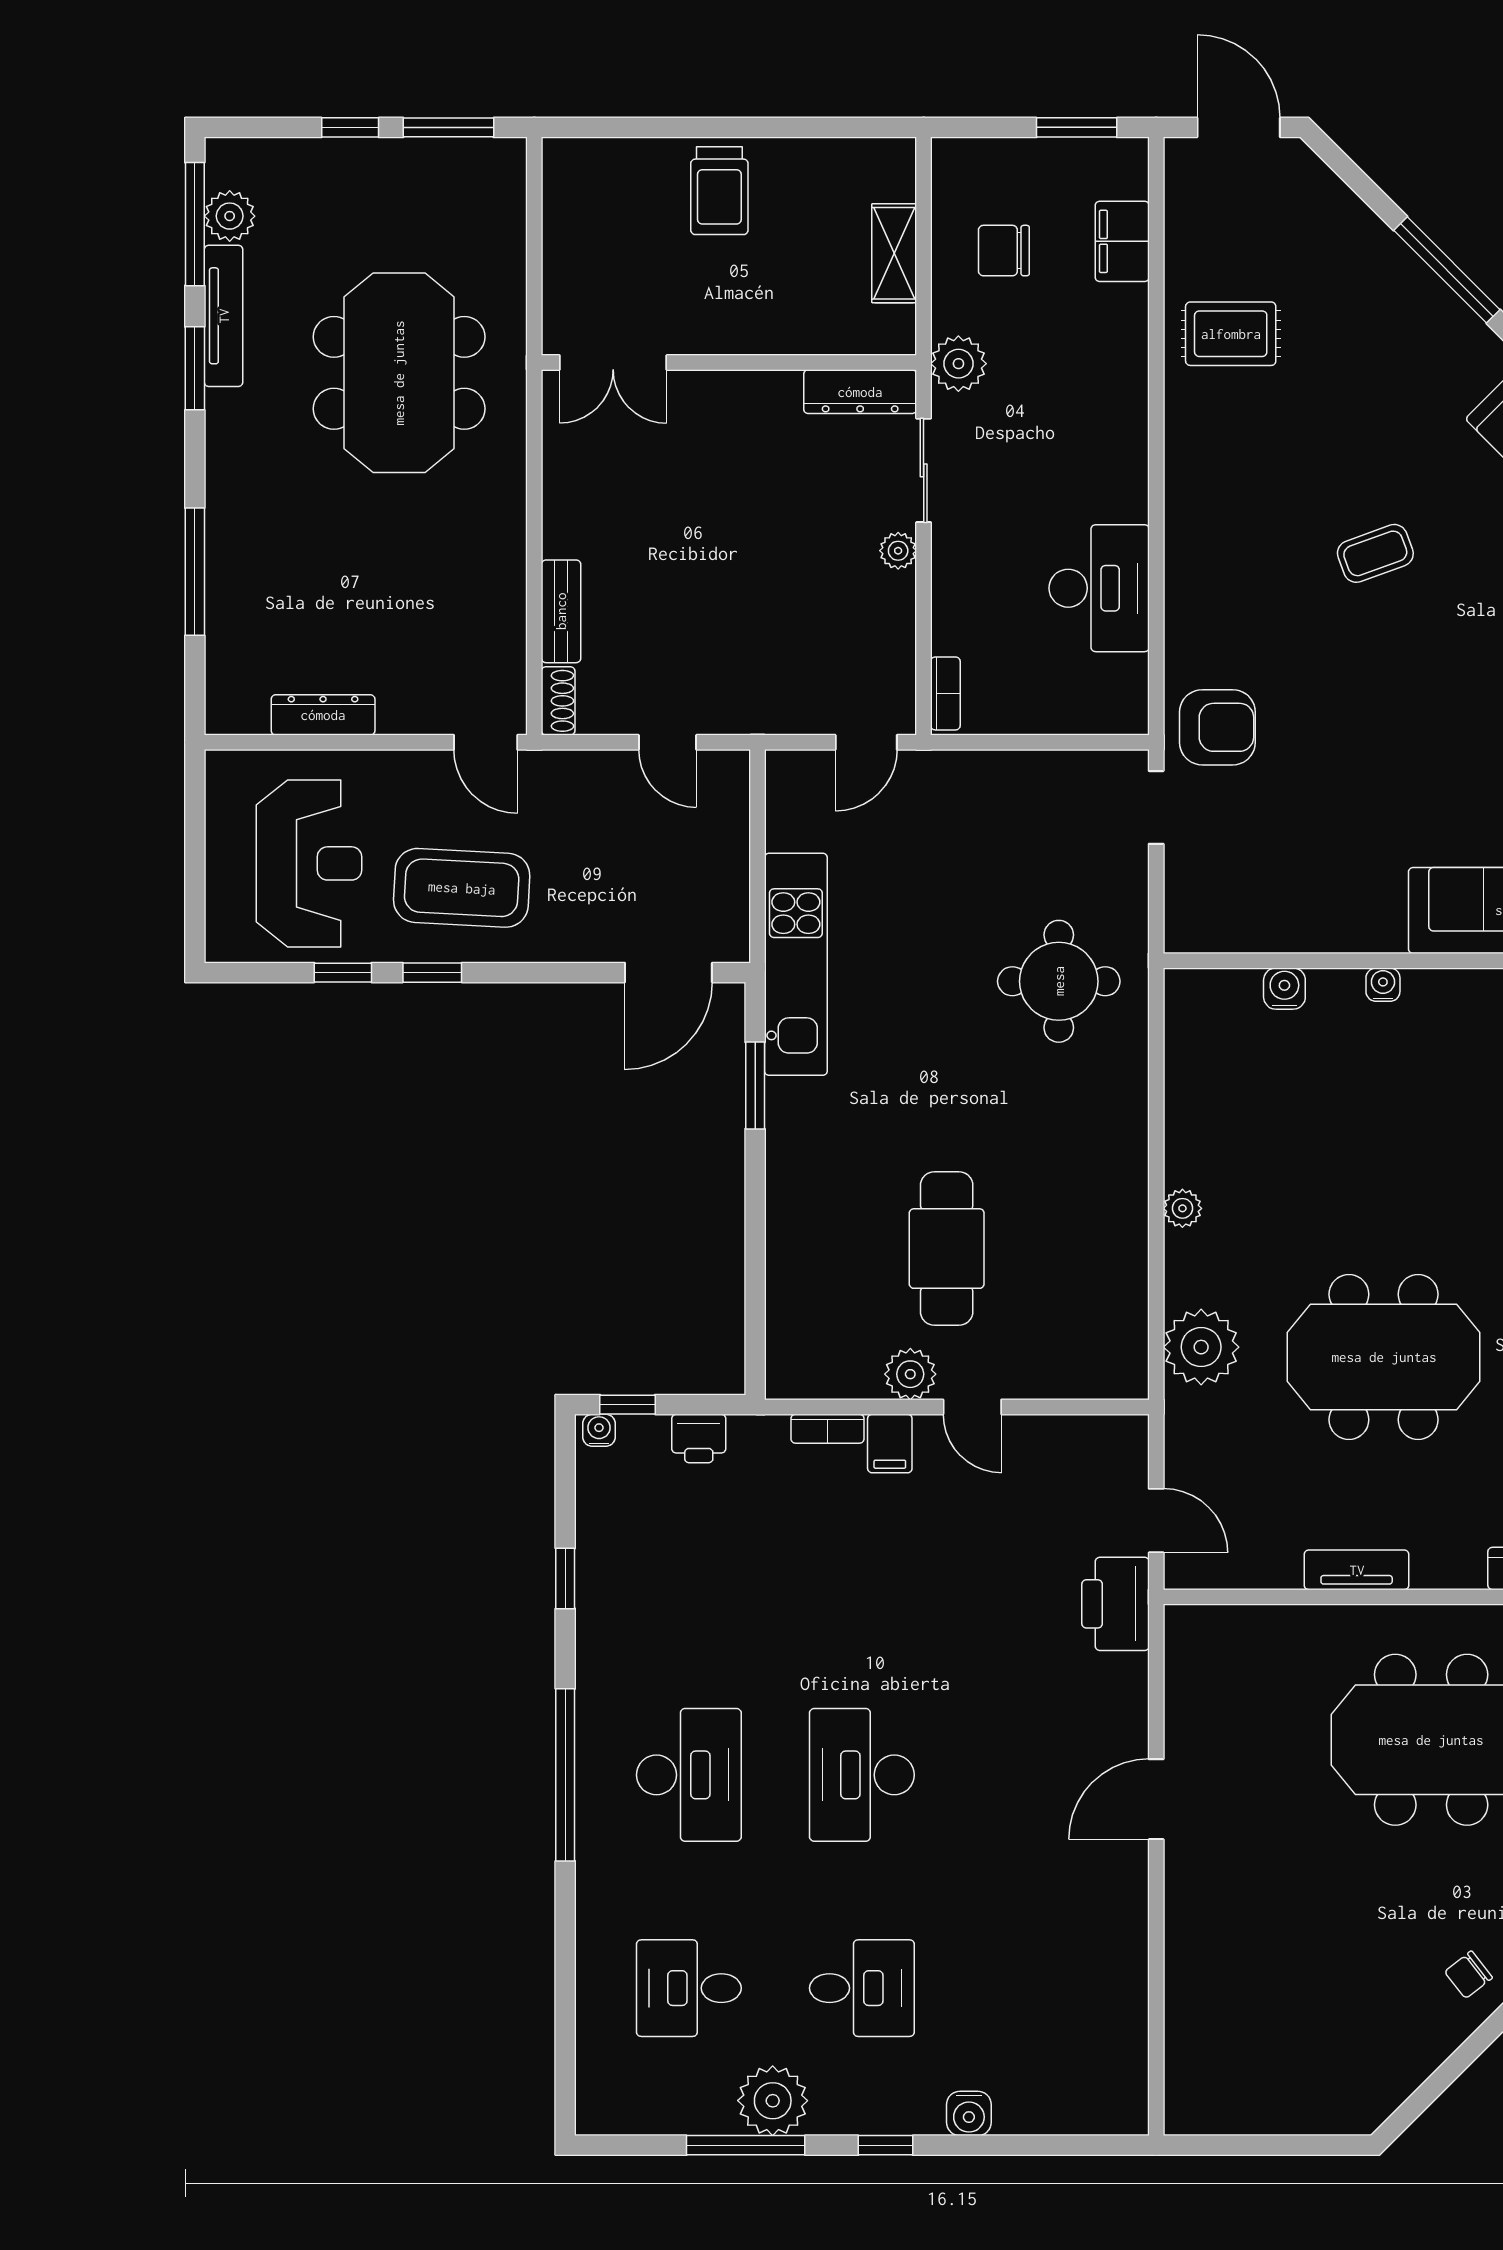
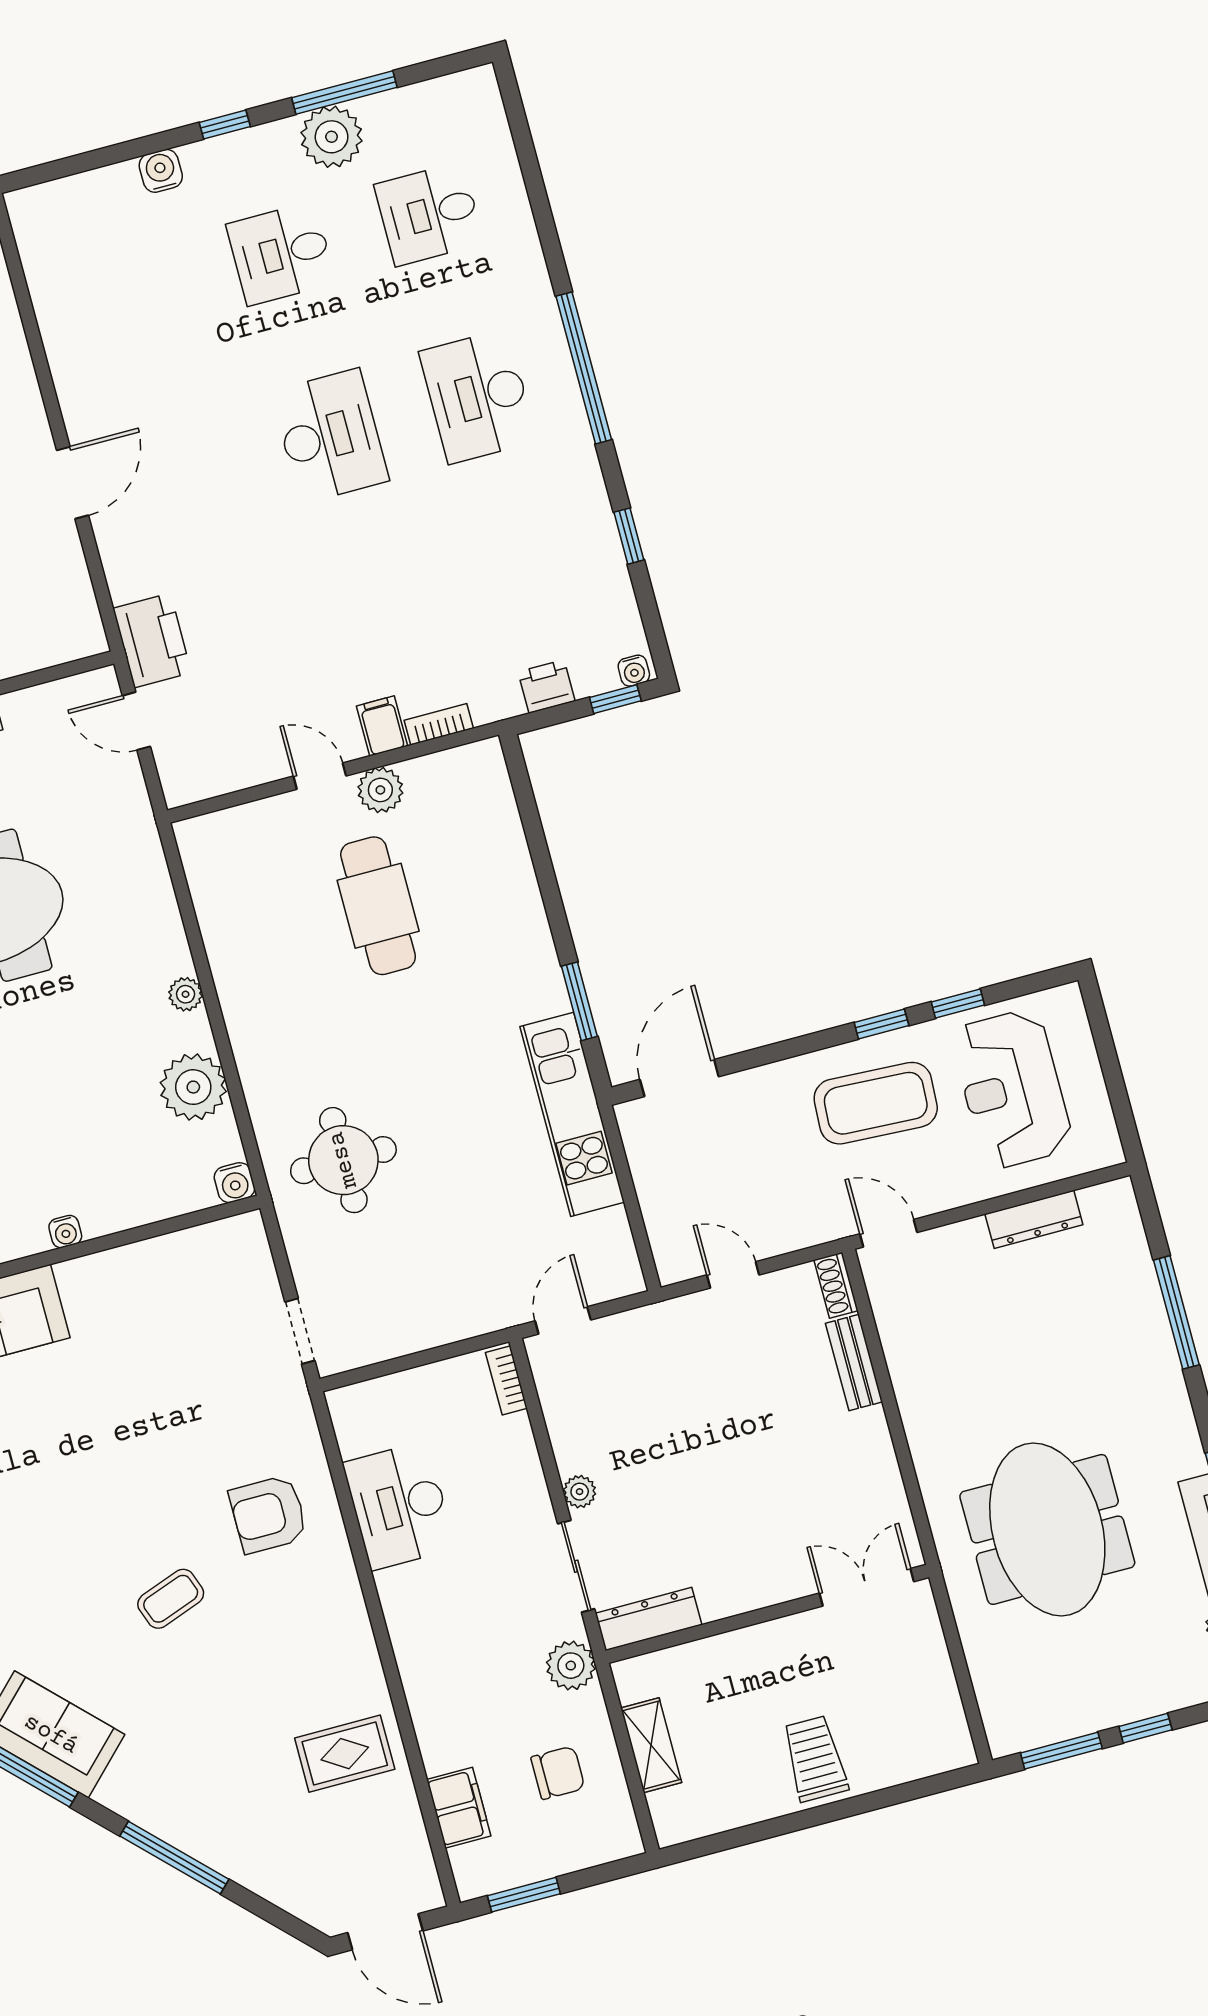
armchair: (1217, 727) -> (268, 1514), moved
water cooler: (1284, 989) -> (234, 1183), moved
plant: (1201, 1347) -> (193, 1087), moved
desk: (689, 1988) -> (429, 214), turned 180

